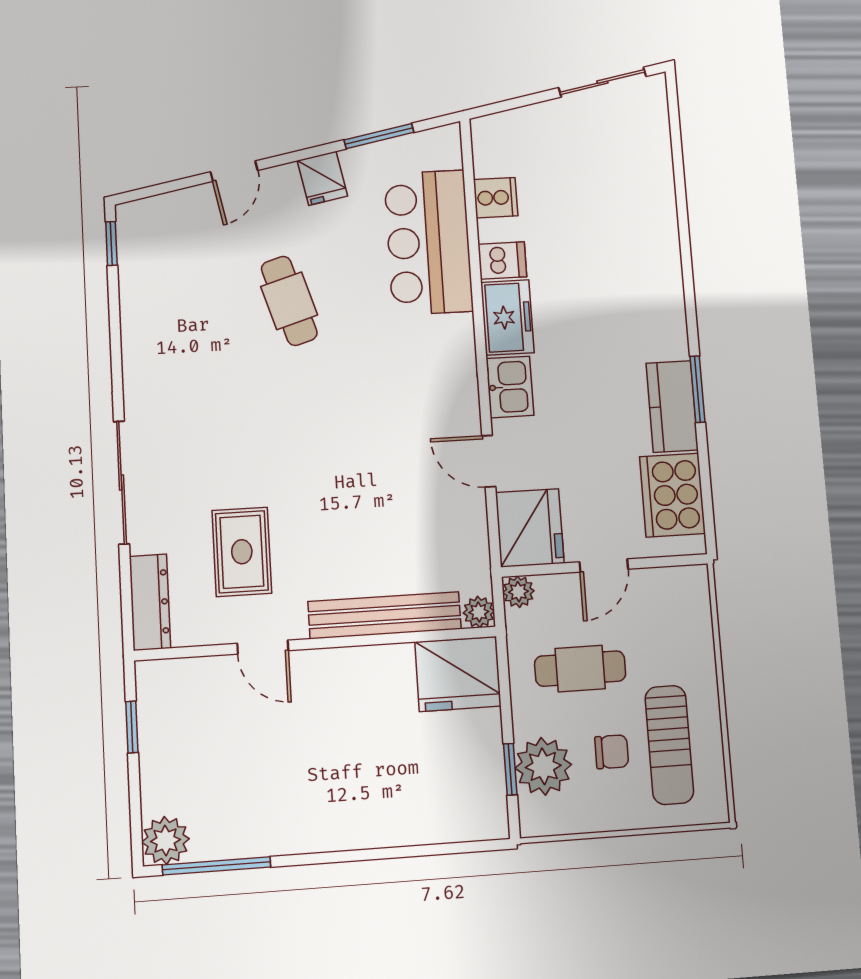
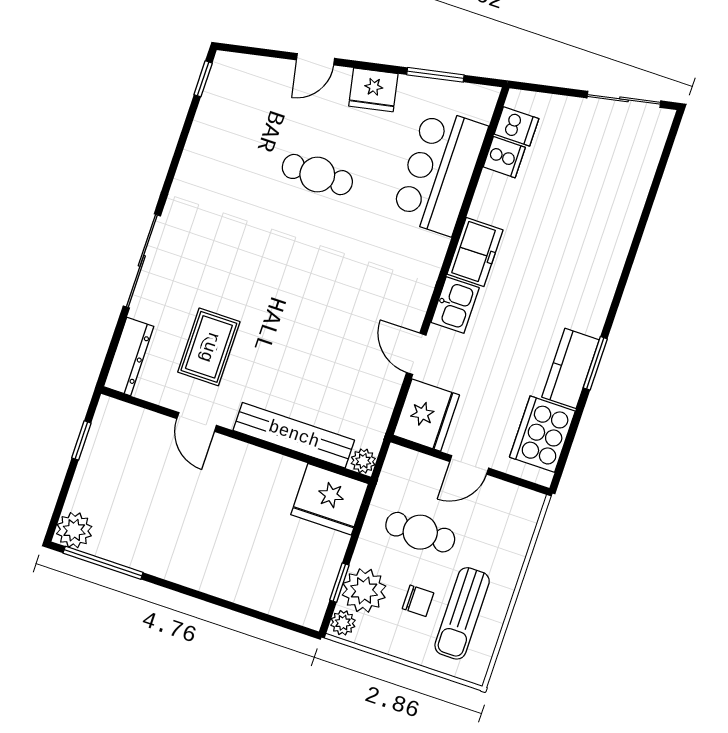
fridge: (322, 178) -> (373, 90), width x1.38
dishwasher: (502, 260) -> (517, 126), moved
cafe table: (289, 301) -> (317, 175), turned -73
plant: (518, 592) -> (343, 623), moved

